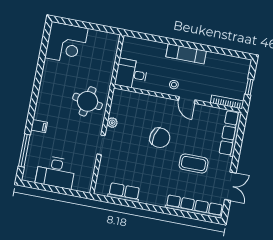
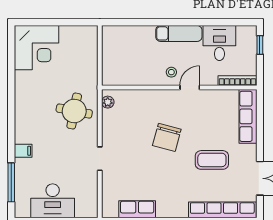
desk: (131, 74) -> (219, 43), moved, turned 90
window: (249, 87) -> (260, 45), moved
door: (187, 100) -> (190, 87), swing flipped
plant: (112, 123) -> (108, 102), moved
chair: (160, 138) -> (167, 137), turned 90

